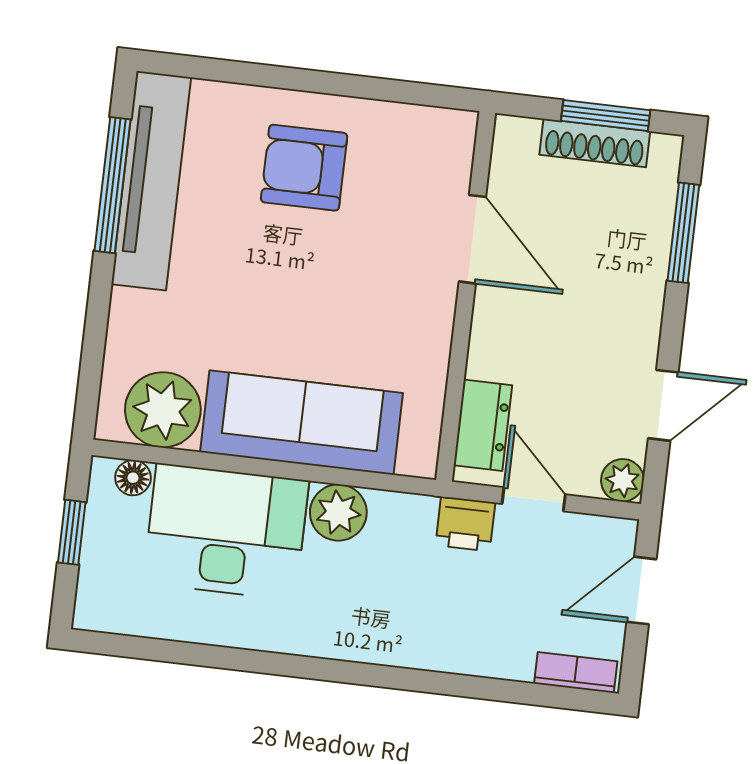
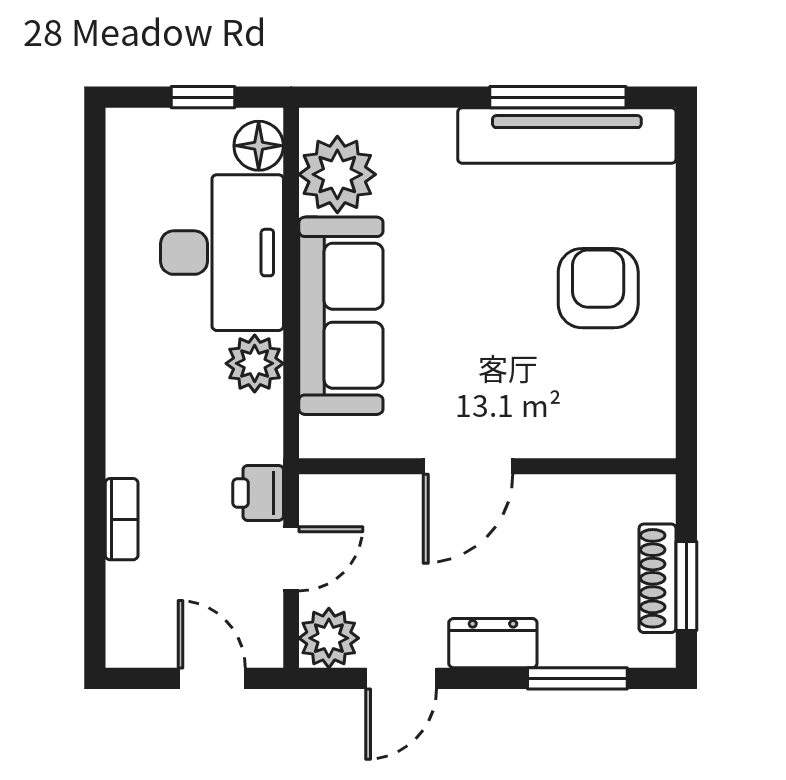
door: (472, 239) -> (468, 466), moved
door: (663, 405) -> (401, 678), hinge flipped
dresser: (483, 425) -> (493, 643), moved, turned 180
floor lamp: (133, 478) -> (259, 146), width x1.37, depth x1.37
plant: (622, 480) -> (329, 638), width x1.38, depth x1.38
bookcase: (576, 672) -> (122, 519), moved

